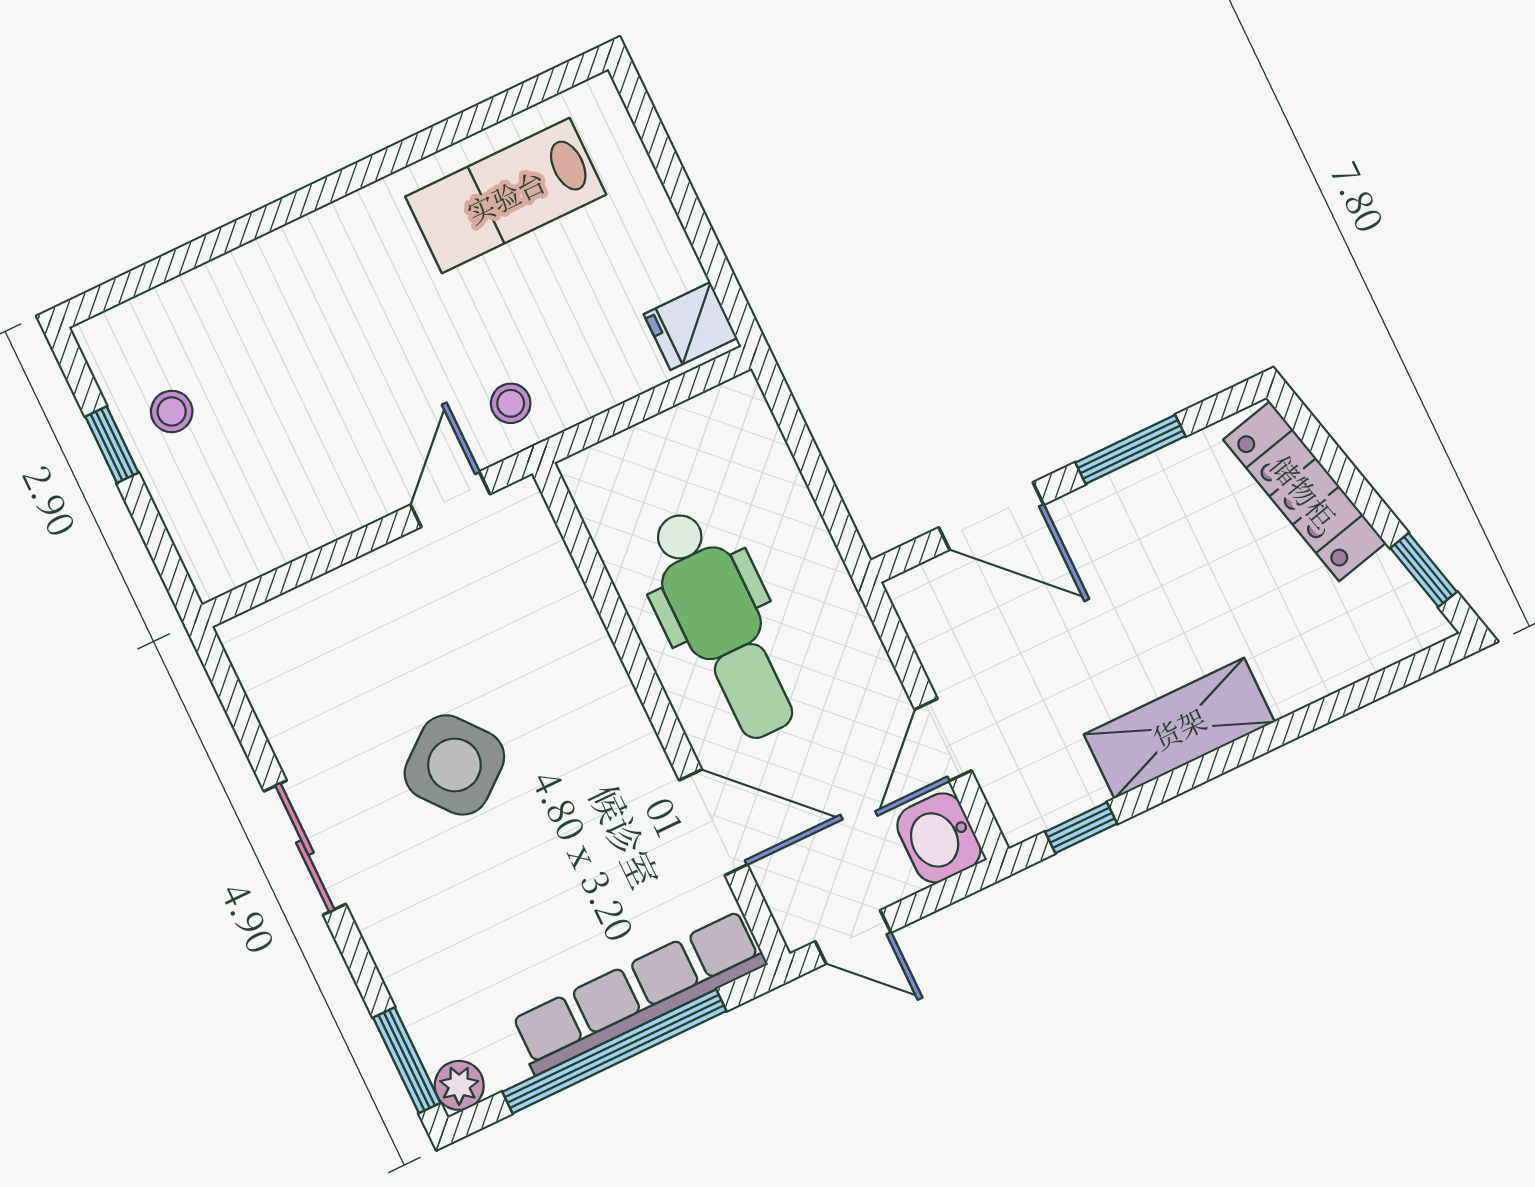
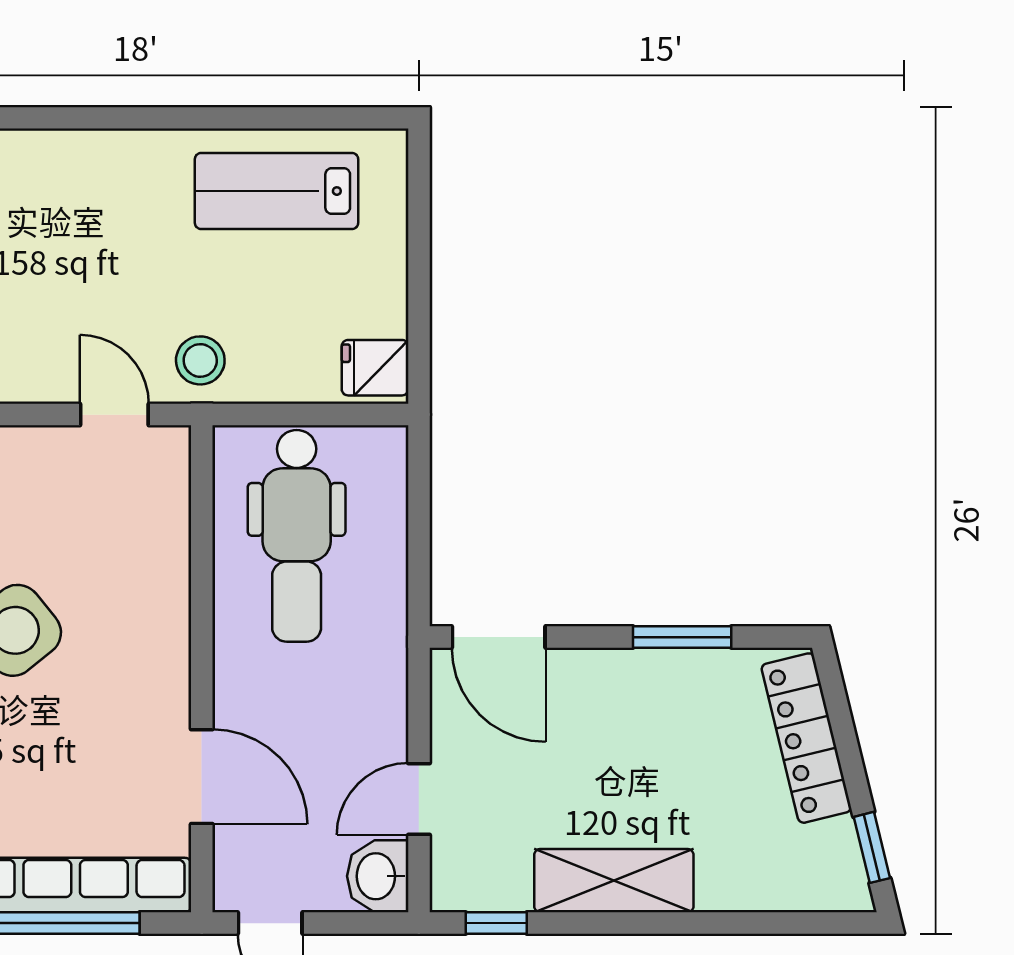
stool: (511, 403) -> (200, 360), width x1.37, depth x1.37
door: (450, 499) -> (114, 415), hinge flipped
door: (991, 516) -> (499, 637), moved
dental chair: (722, 625) -> (297, 536), moved

